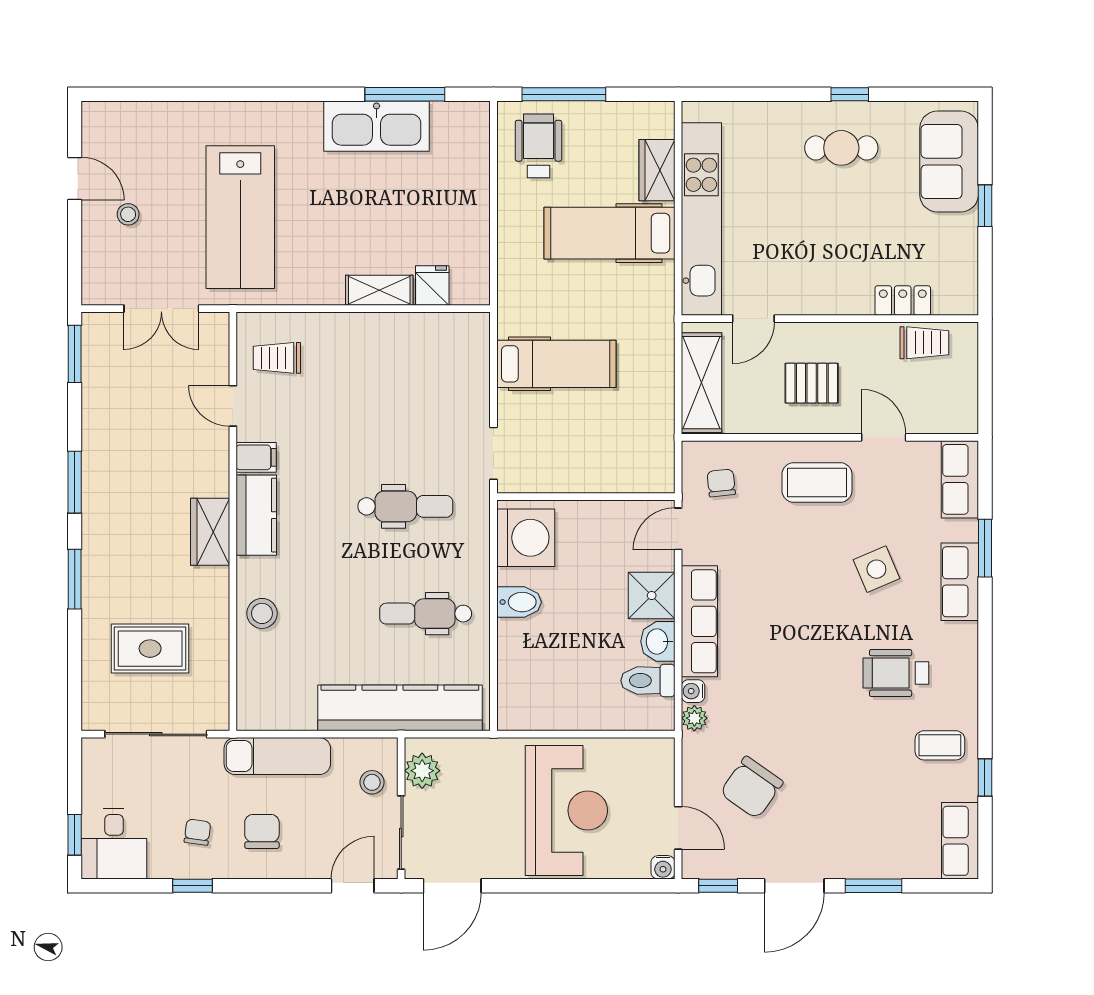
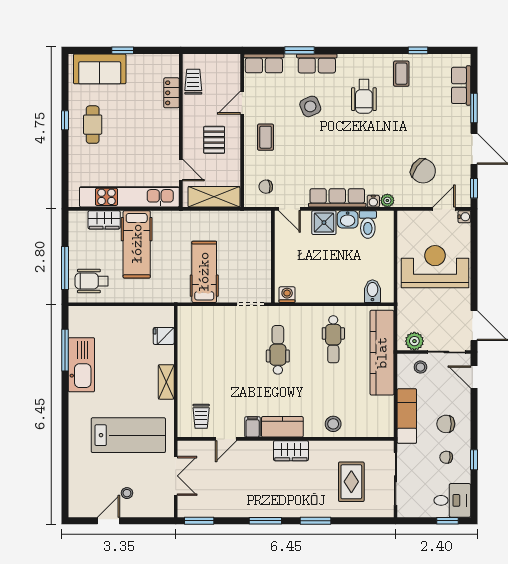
shelving: (379, 290) -> (166, 382), moved
coffee table: (817, 483) -> (266, 137), width x0.73, depth x0.77
washing machine: (526, 538) -> (287, 295), width x0.53, depth x0.53
bidet: (519, 602) -> (372, 291), moved
row of seats: (960, 841) -> (461, 85), moved, turned 90

